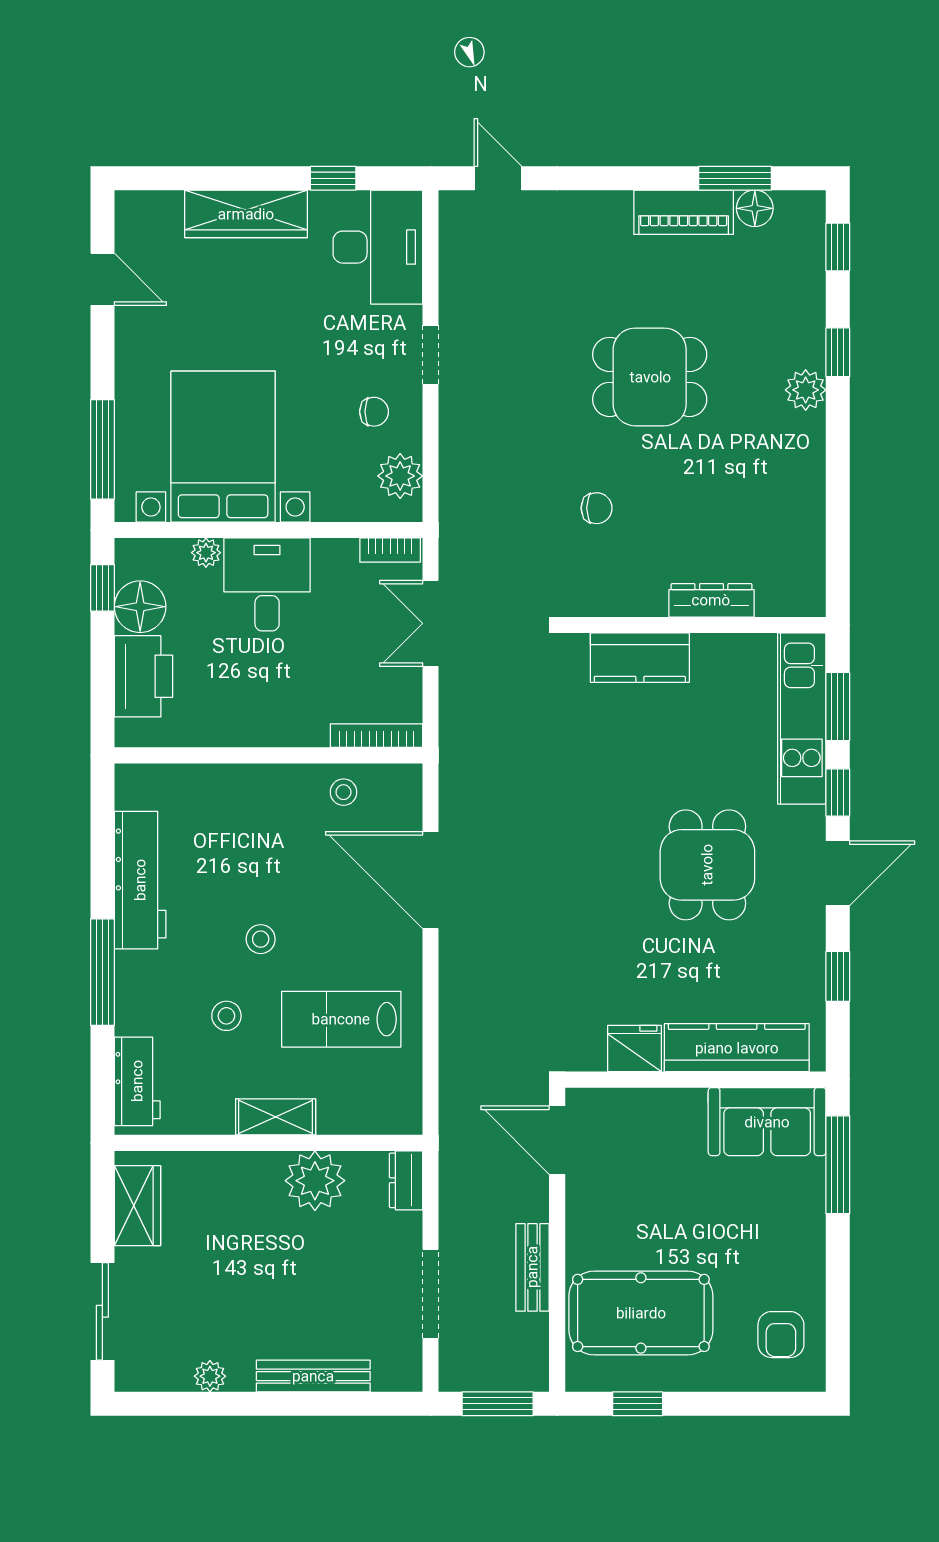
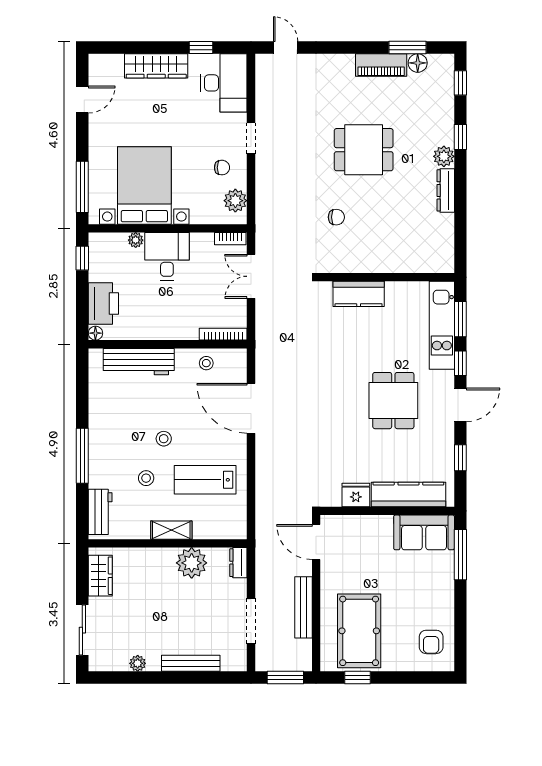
door: (102, 279) -> (82, 99), hinge flipped
dresser: (711, 600) -> (446, 190), moved, turned -90
floor lamp: (140, 607) -> (95, 333), moved, width x0.53, depth x0.53
workbench: (140, 880) -> (139, 362), moved, turned 90
bench: (532, 1267) -> (303, 607), width x1.36
pool table: (641, 1313) -> (359, 631), turned 90

